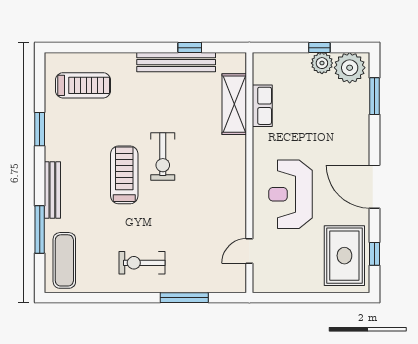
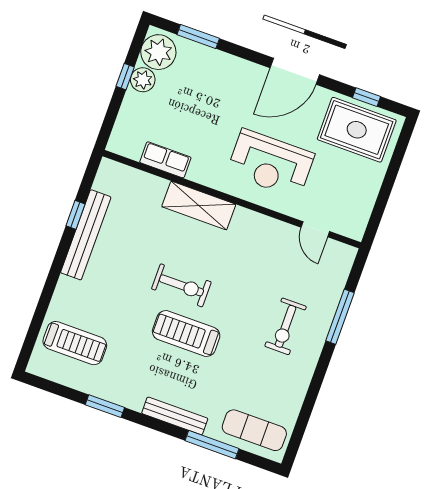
treadmill: (83, 85) -> (75, 343), turned 90
shelving: (234, 104) -> (199, 206), moved
exercise bike: (142, 263) -> (286, 326), moved

